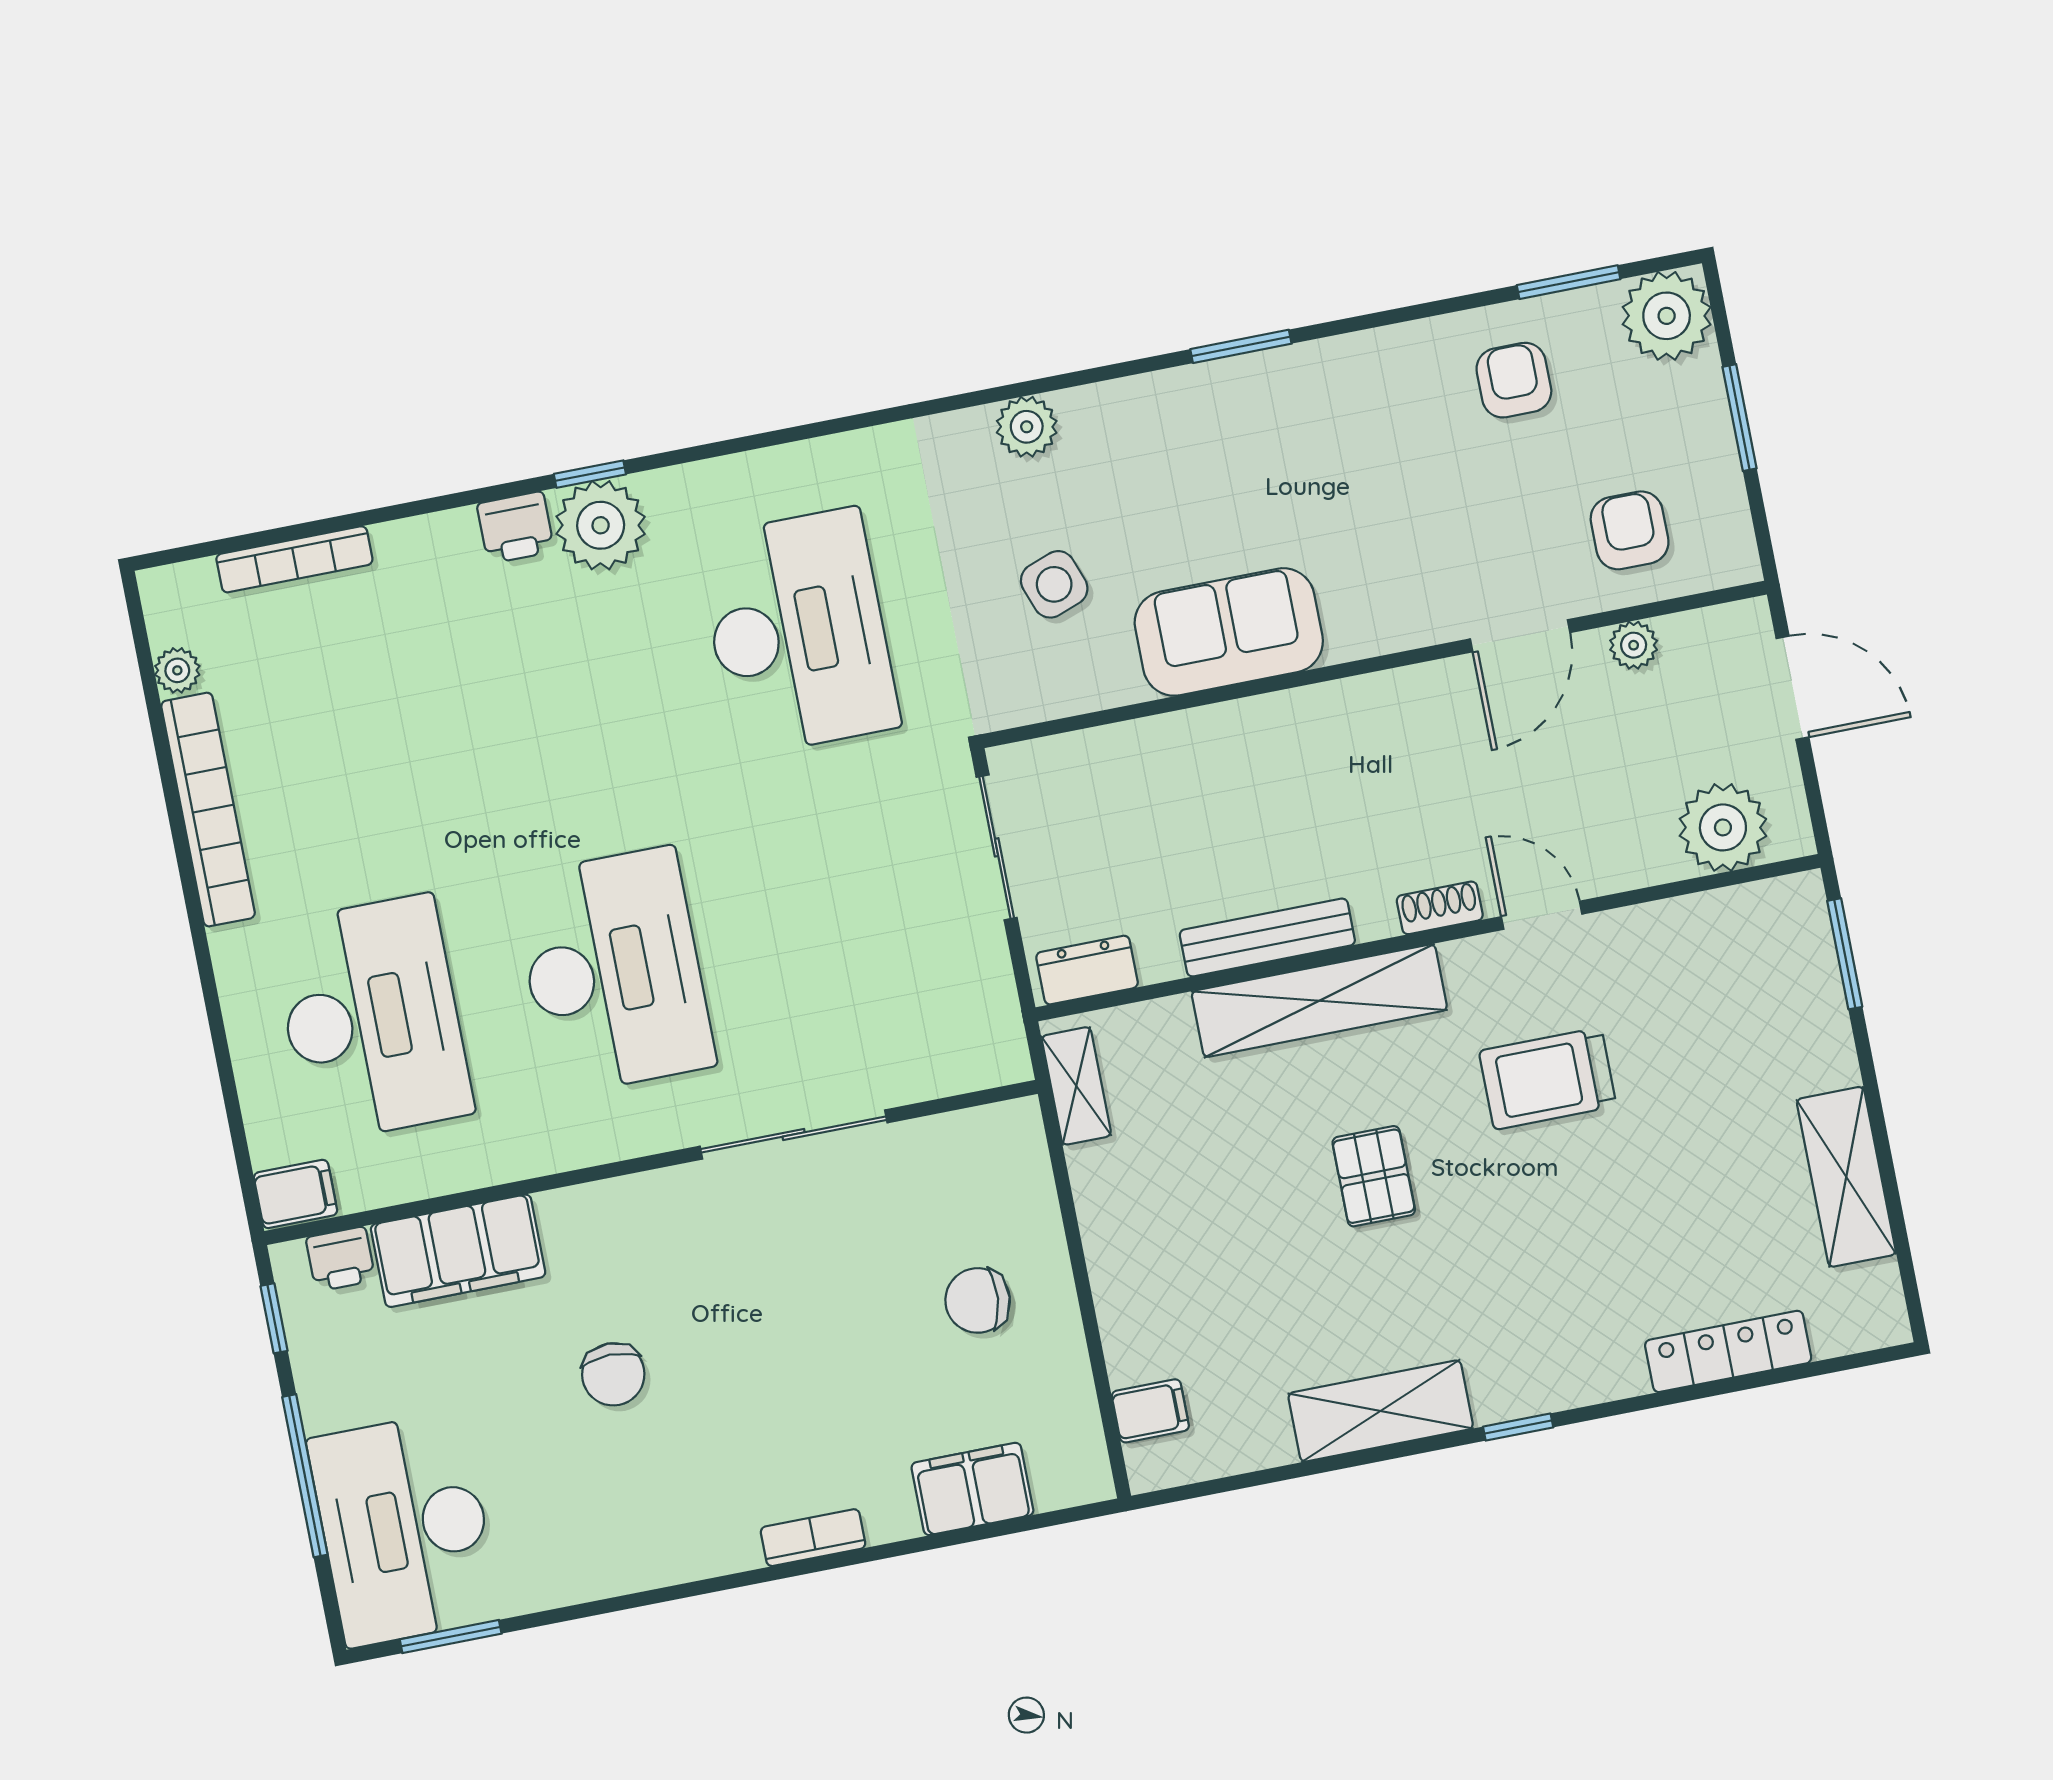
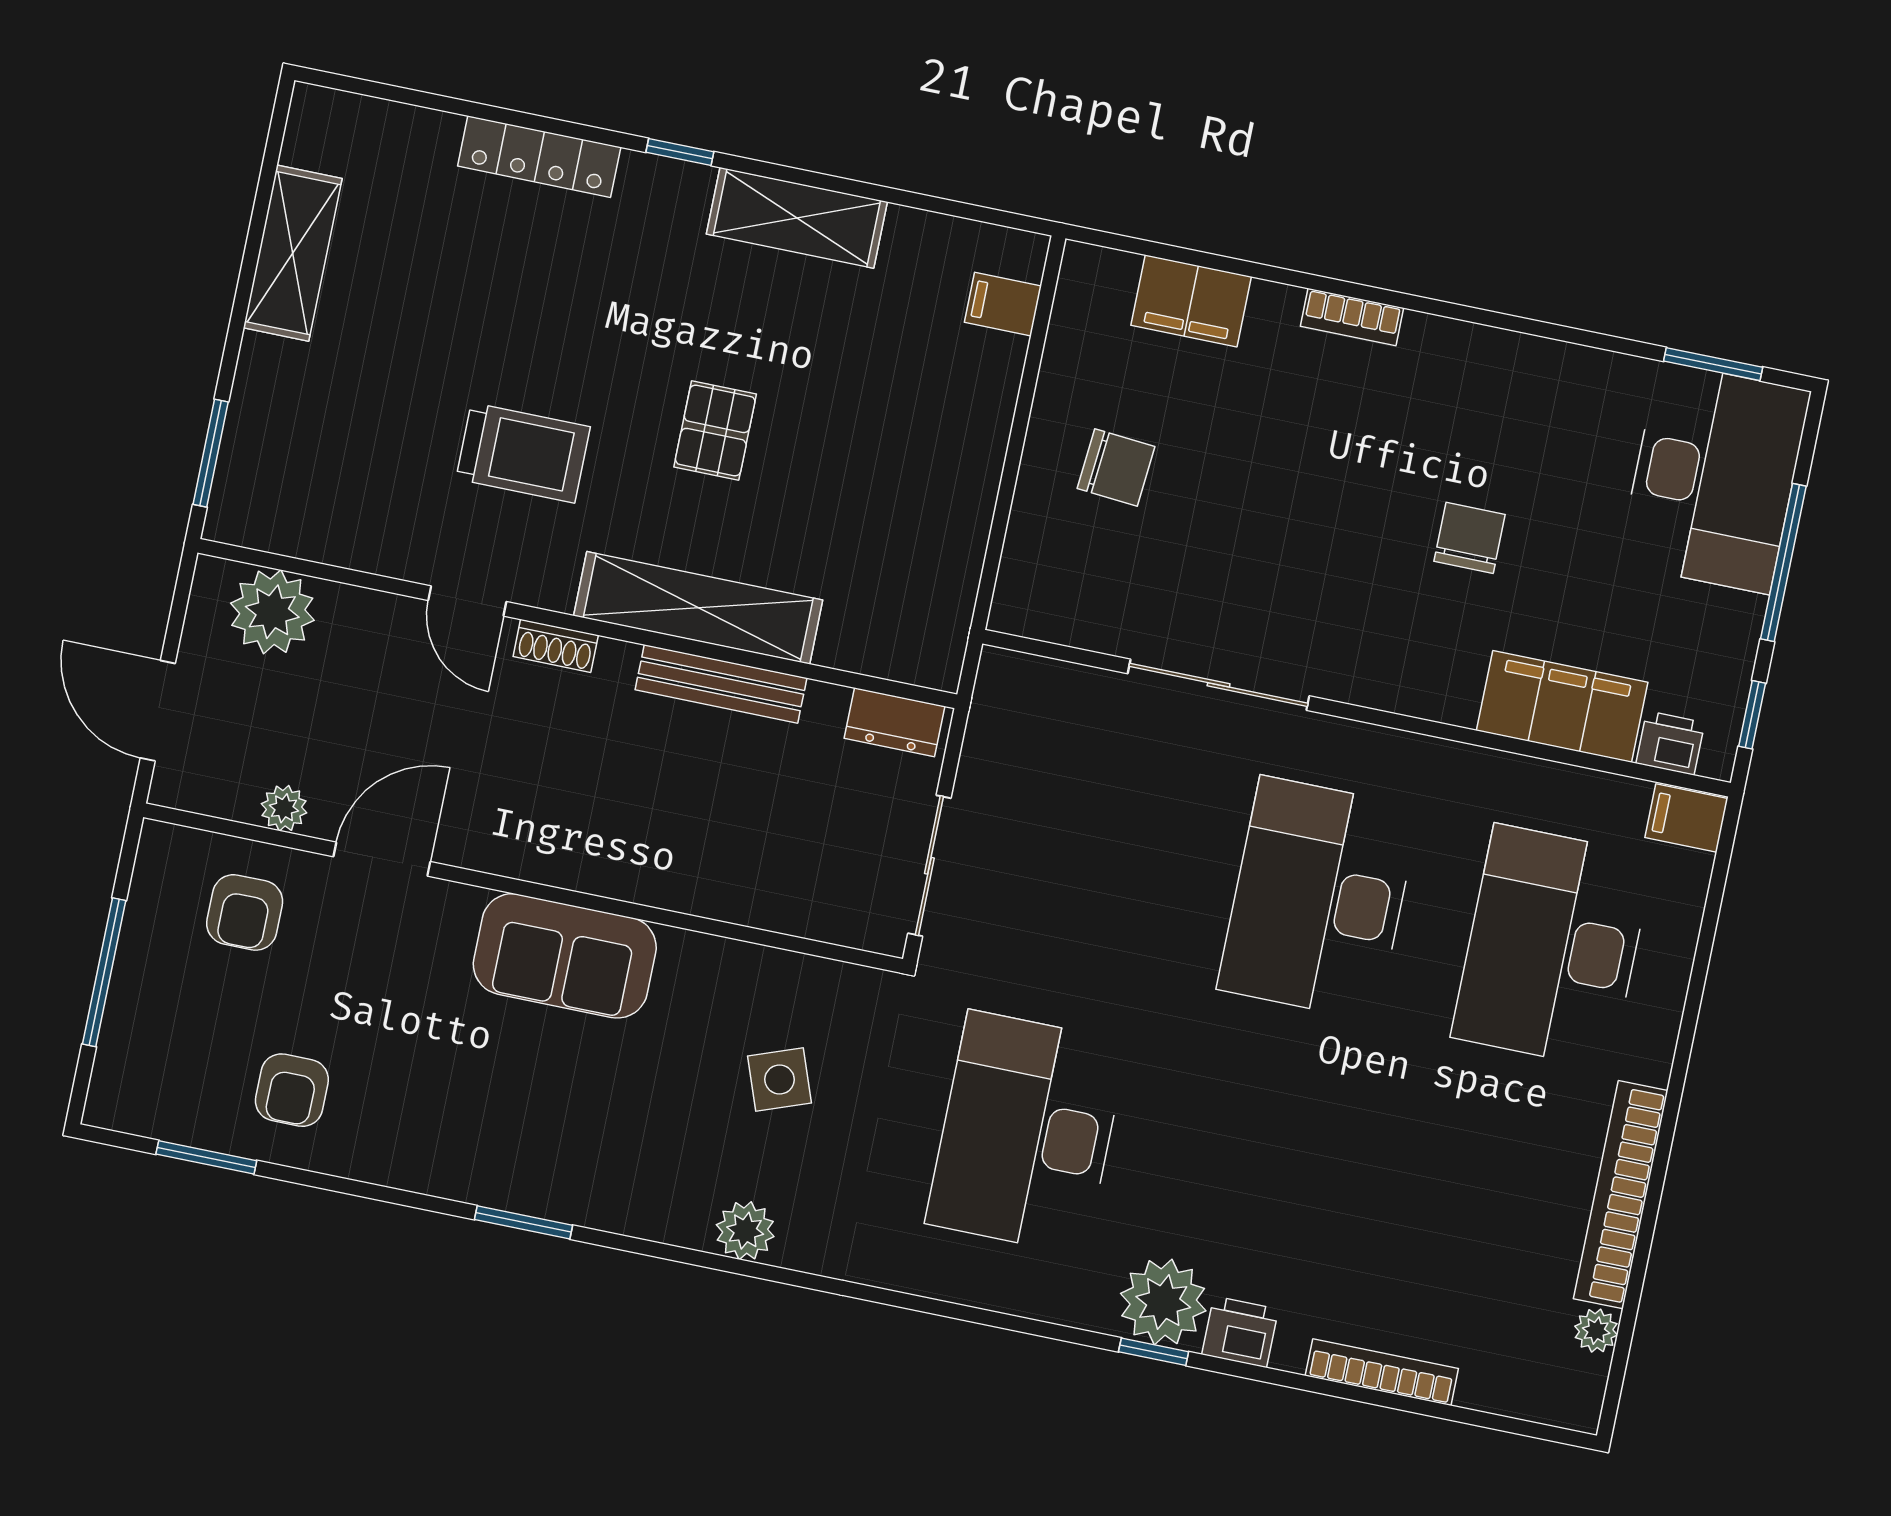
plant: (1667, 316) -> (131, 1090), removed
window: (1739, 418) -> (104, 972), width x1.44
bookcase: (294, 559) -> (1382, 1372), moved
sofa: (1229, 632) -> (565, 956), moved
shelving: (1076, 1086) -> (947, 623), removed
locker: (1728, 1351) -> (539, 157), moved

